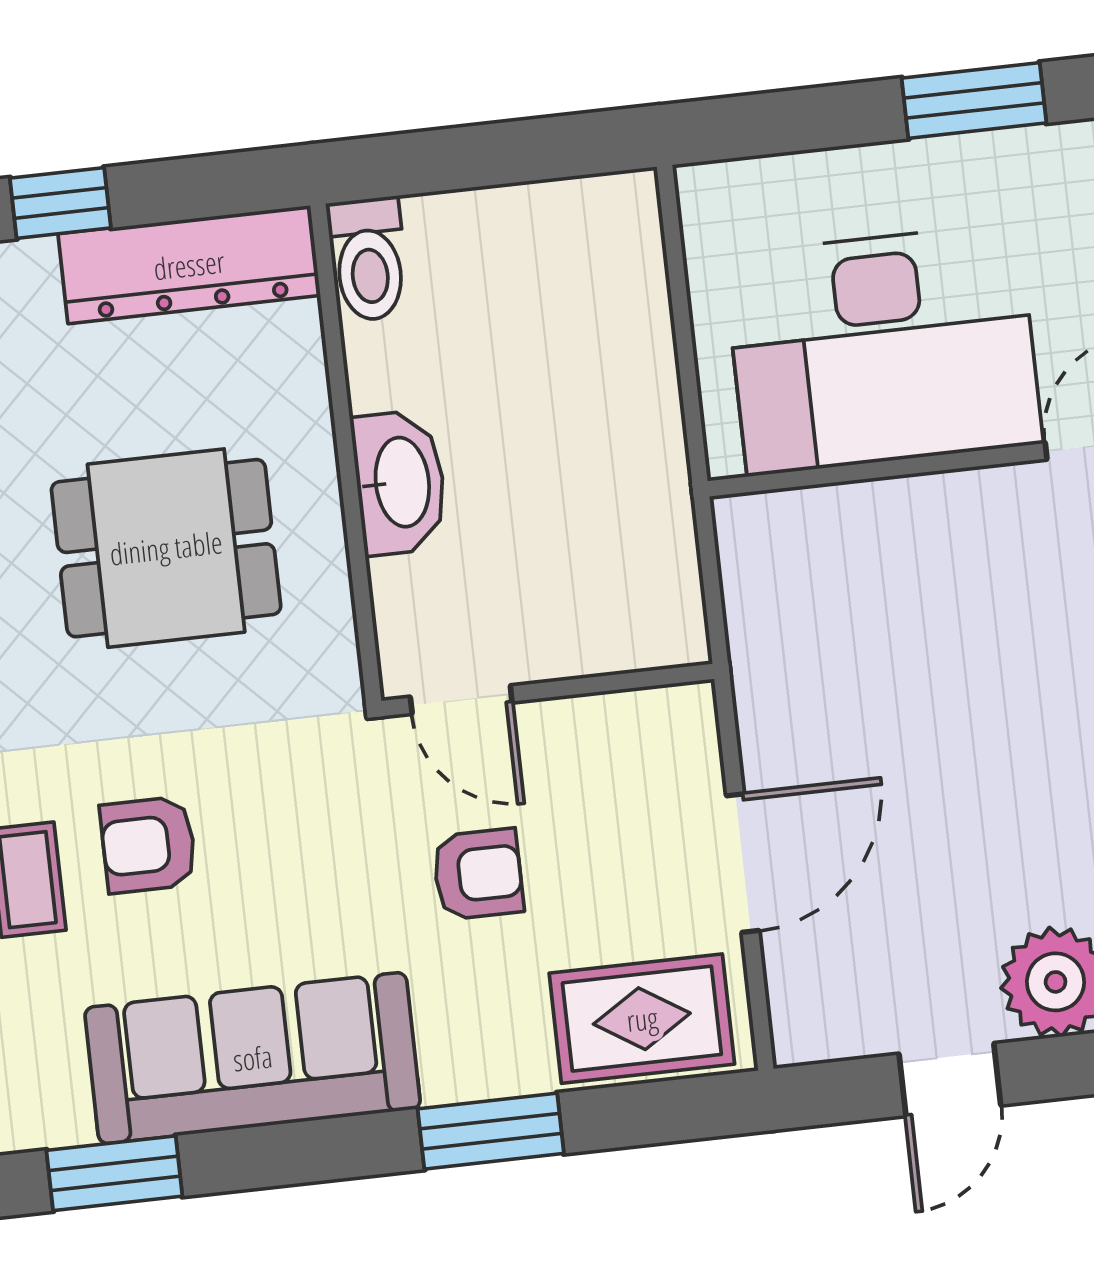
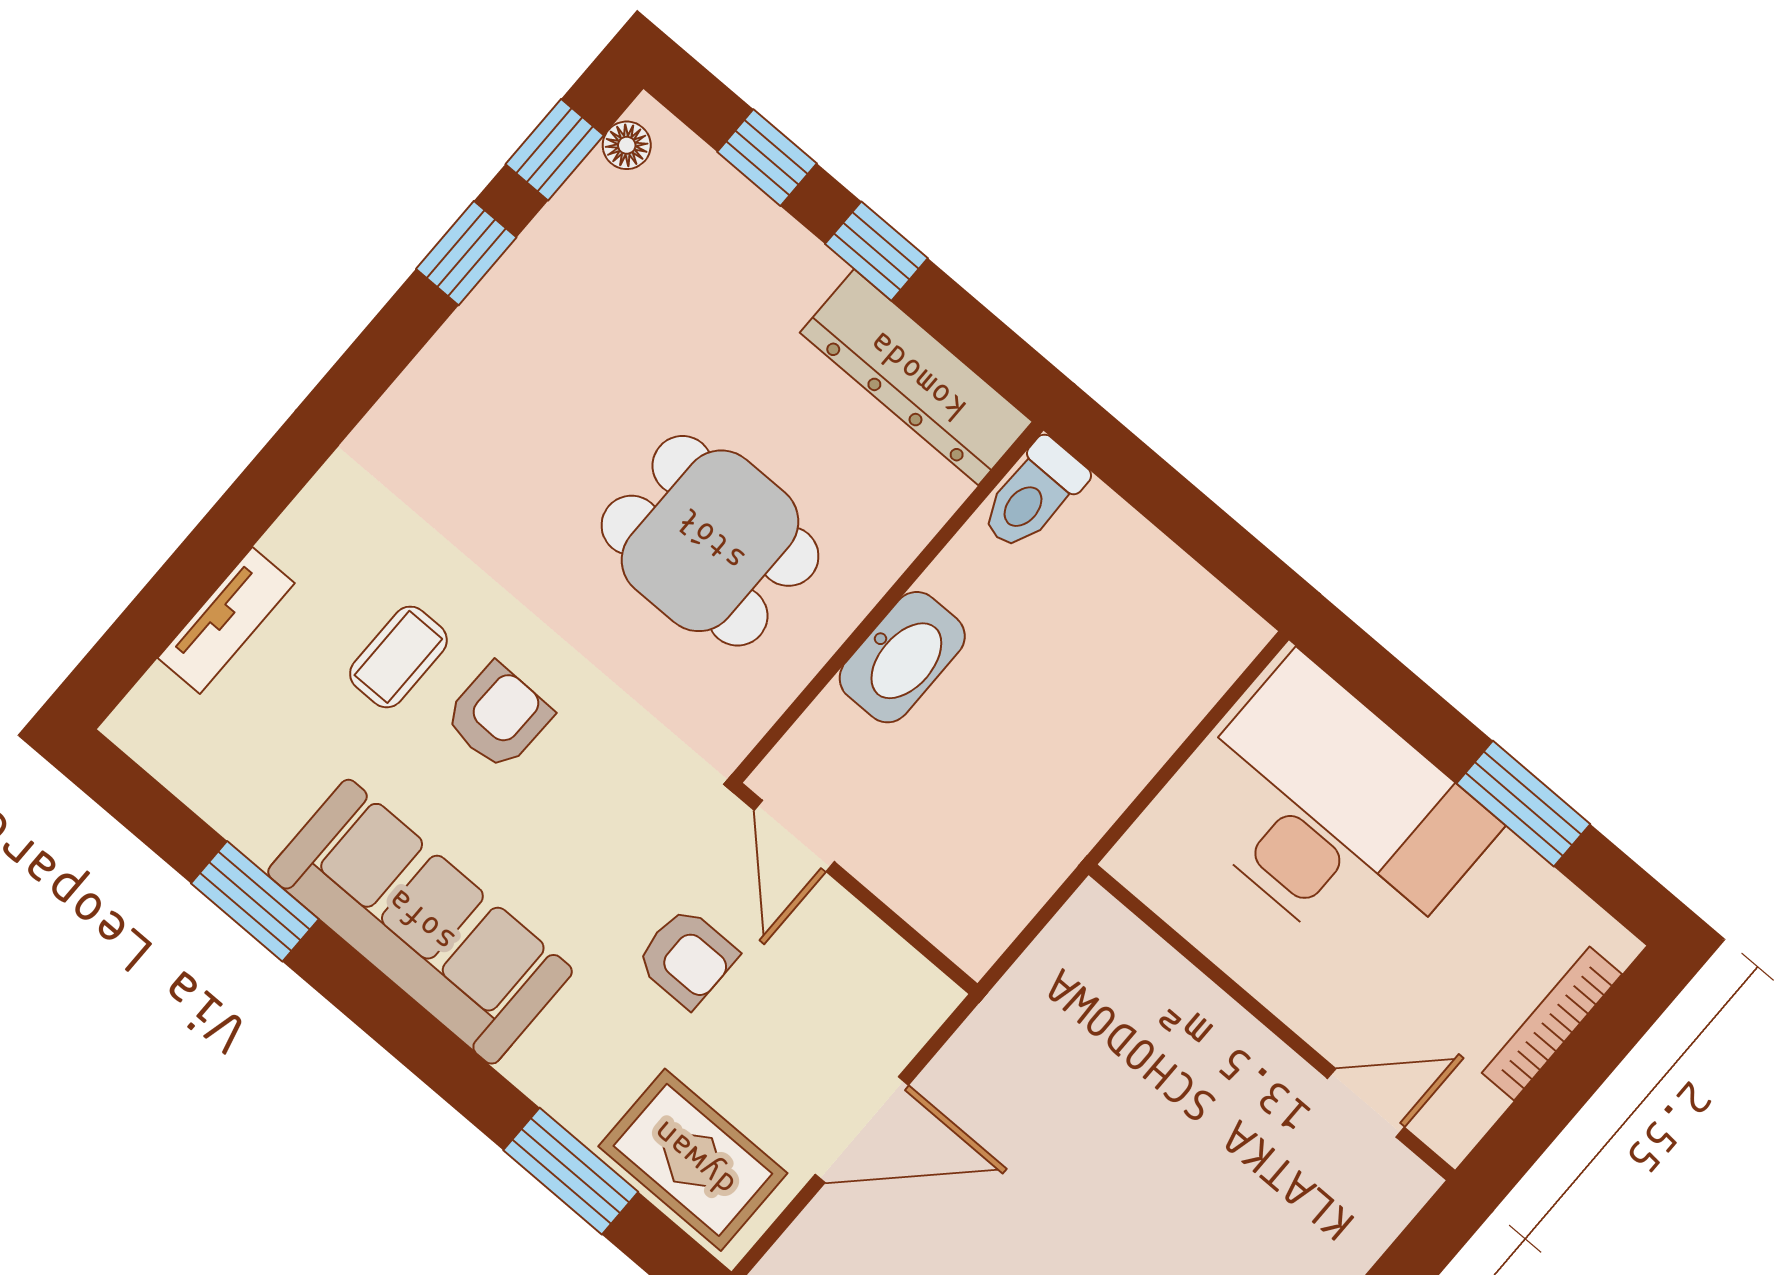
desk: (883, 349) -> (1334, 814), moved, turned 180
armchair: (148, 845) -> (498, 716), turned 91
window: (491, 1131) -> (571, 1171), moved

